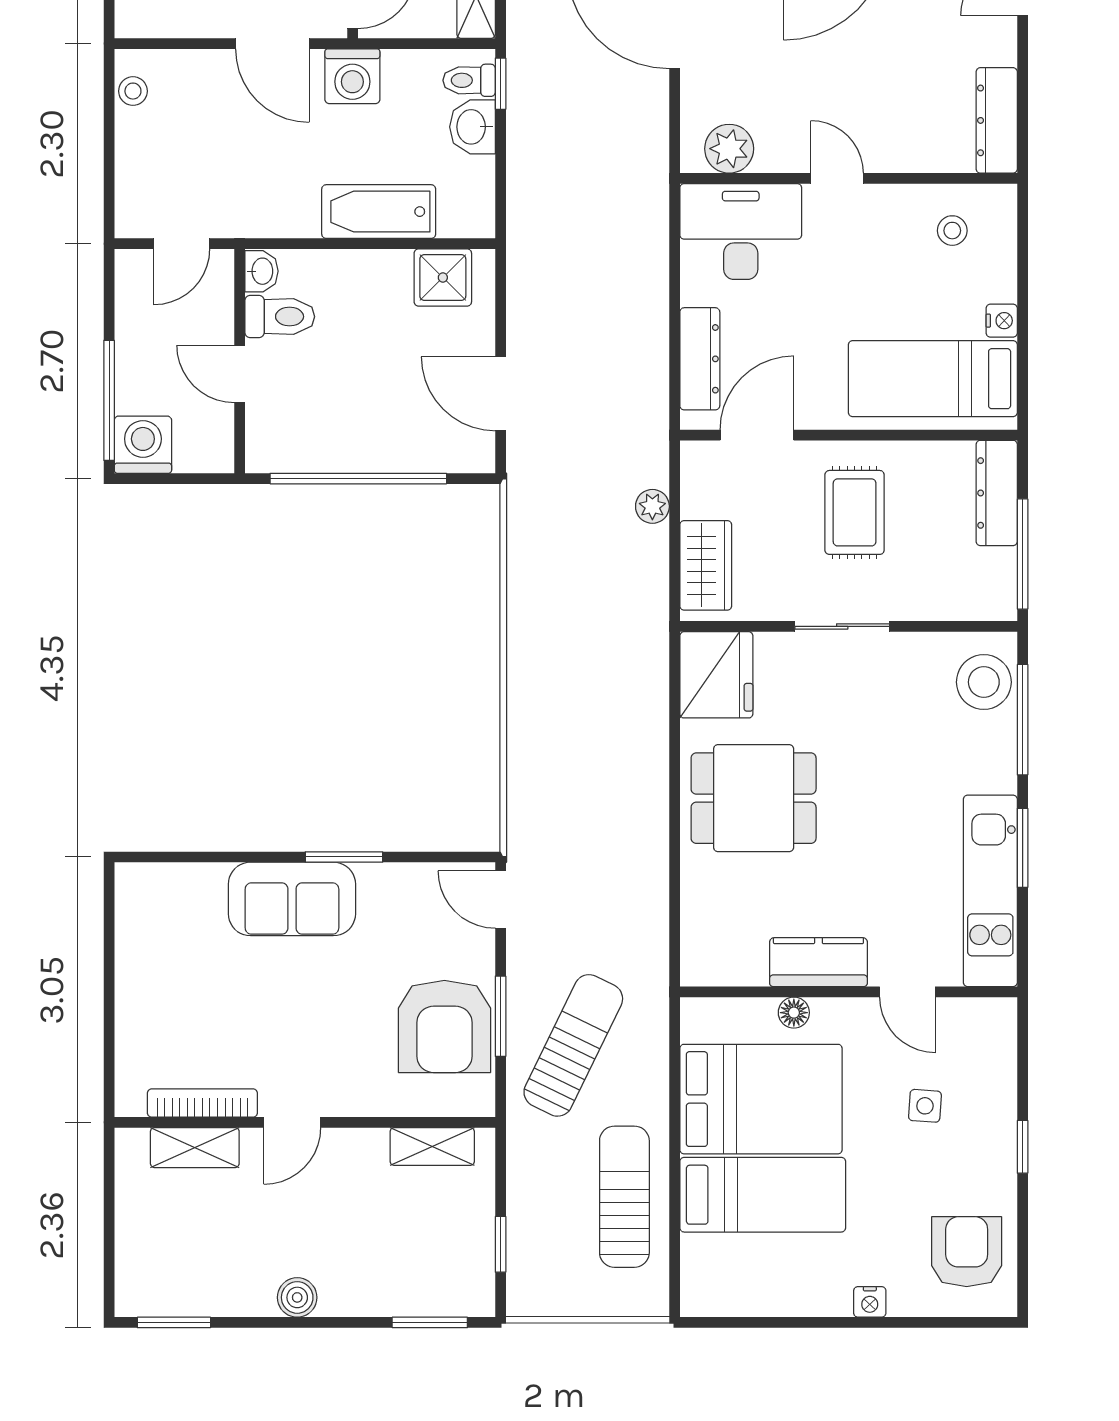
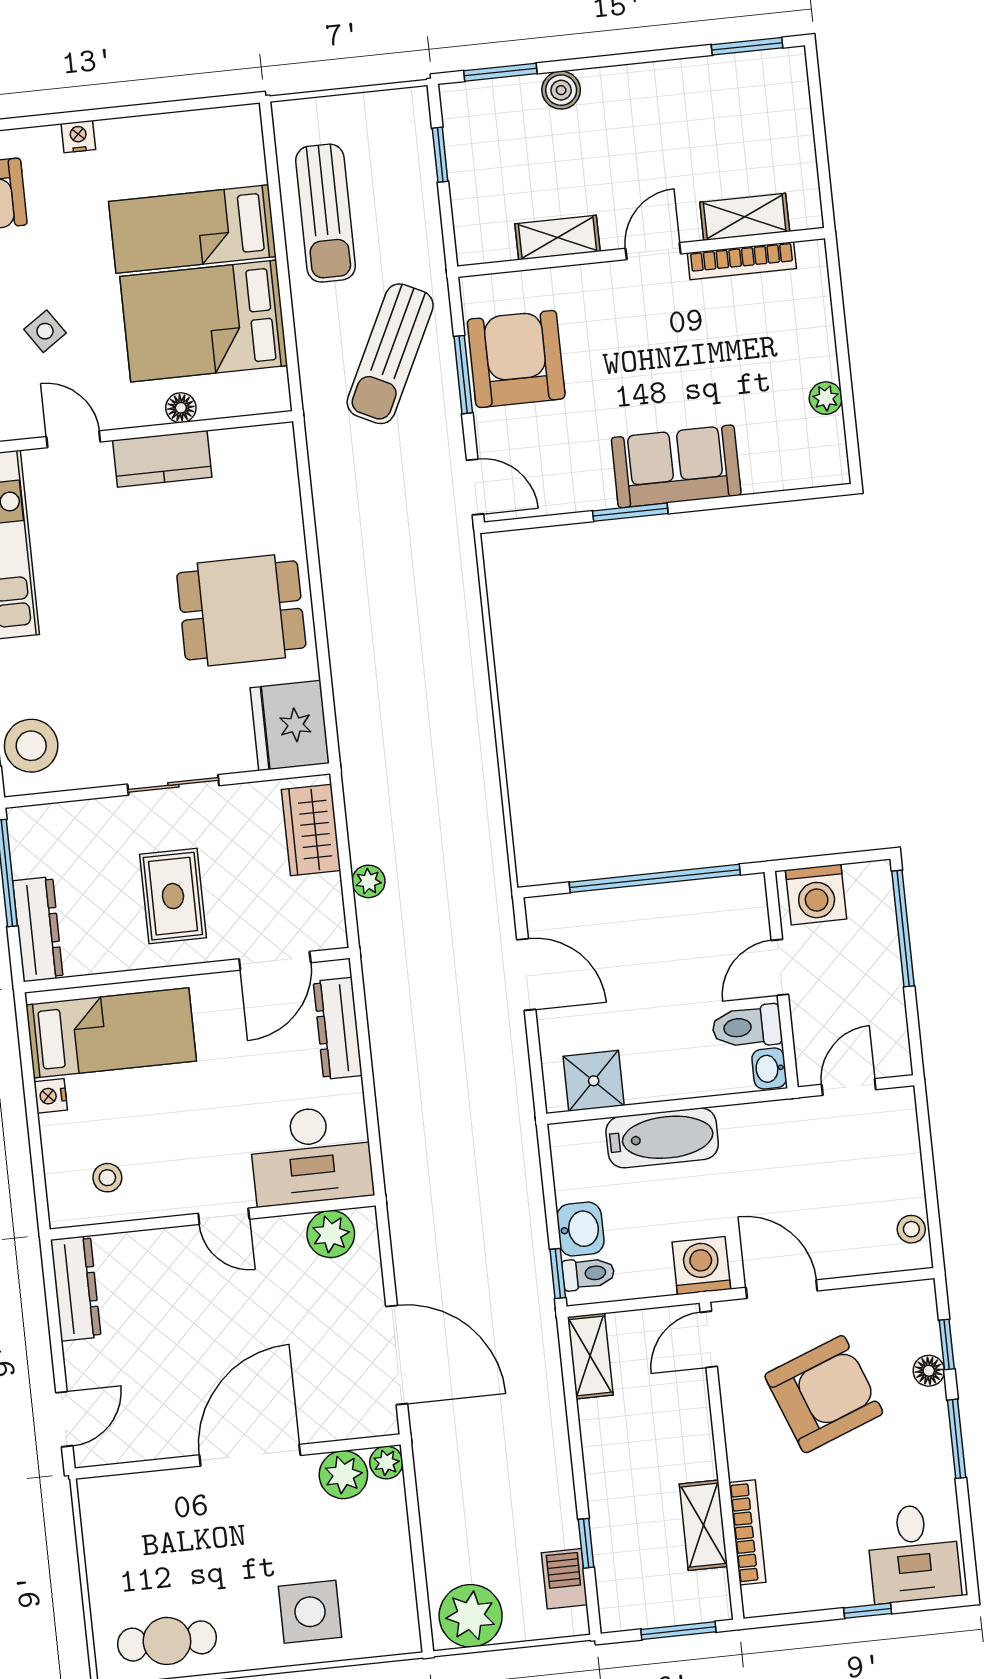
door: (240, 374) -> (780, 967), swing flipped
washing machine: (143, 445) -> (816, 895), moved
plant: (131, 953) -> (826, 398), added
side table: (925, 1106) -> (45, 331), turned -38
shelving: (432, 1147) -> (558, 238), moved
boiler: (297, 1297) -> (561, 90), moved

